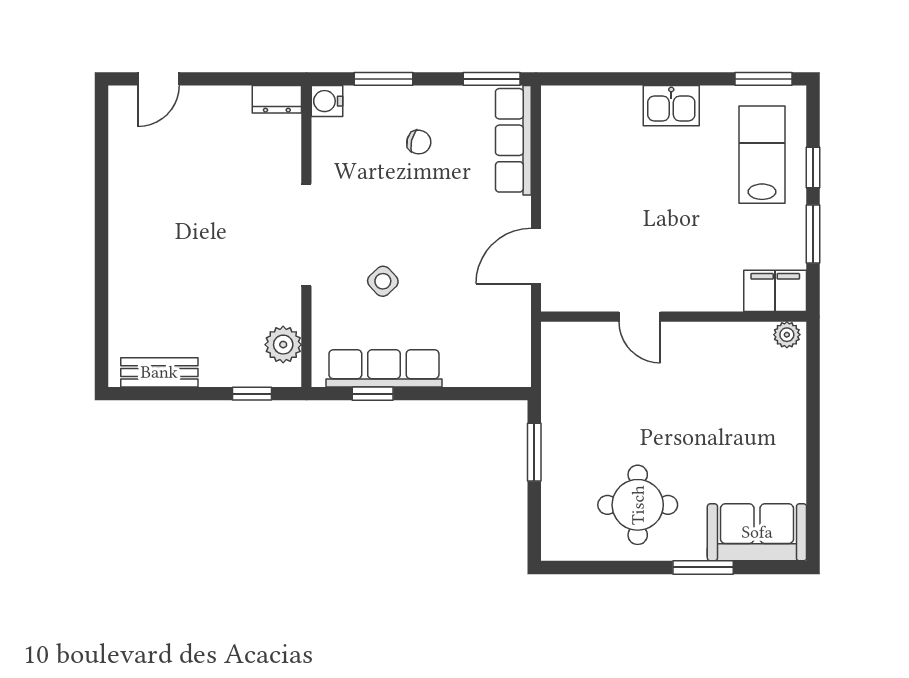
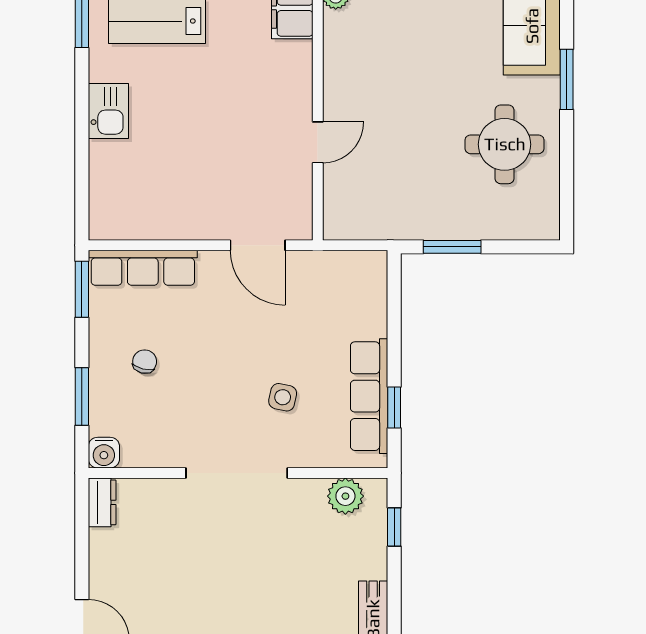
side table: (383, 281) -> (283, 397), turned -35

